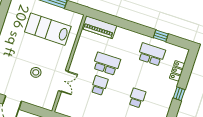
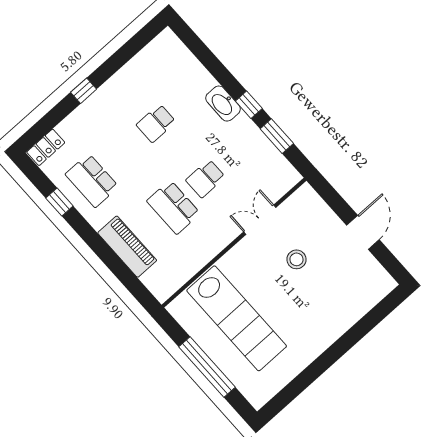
piano: (99, 27) -> (127, 247), moved
lab bench: (48, 29) -> (237, 318), width x1.36
locker: (177, 71) -> (46, 147), moved

